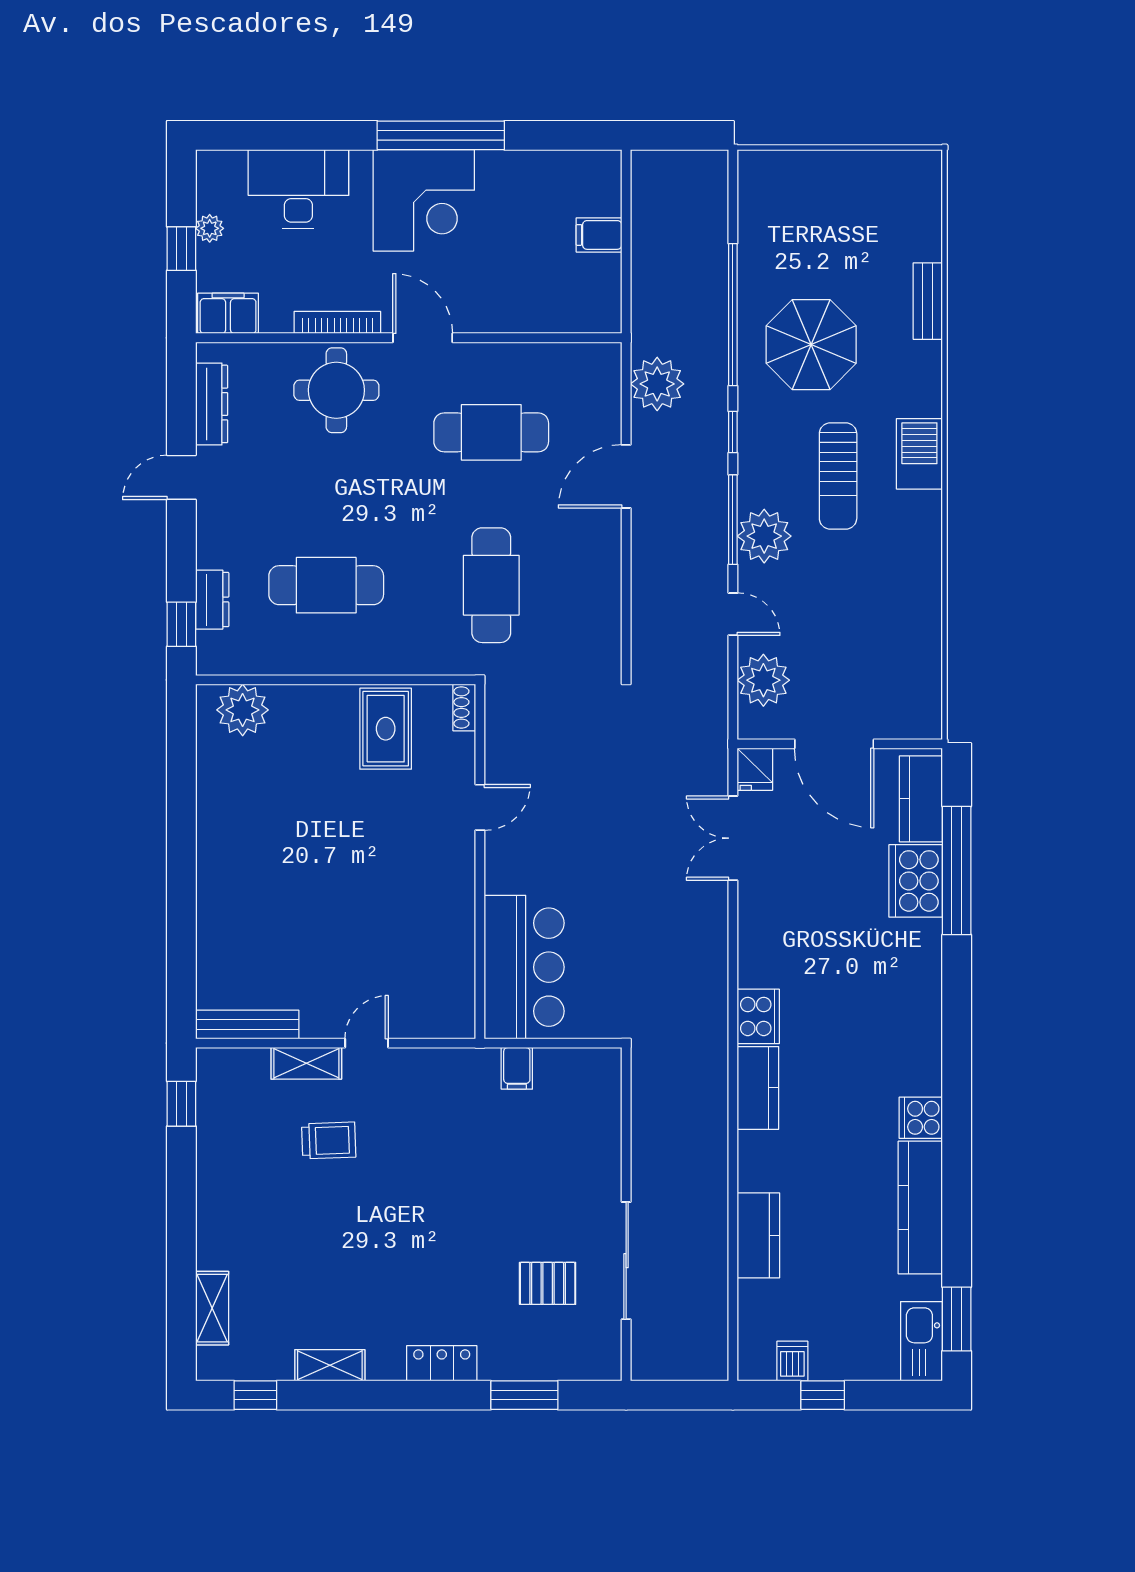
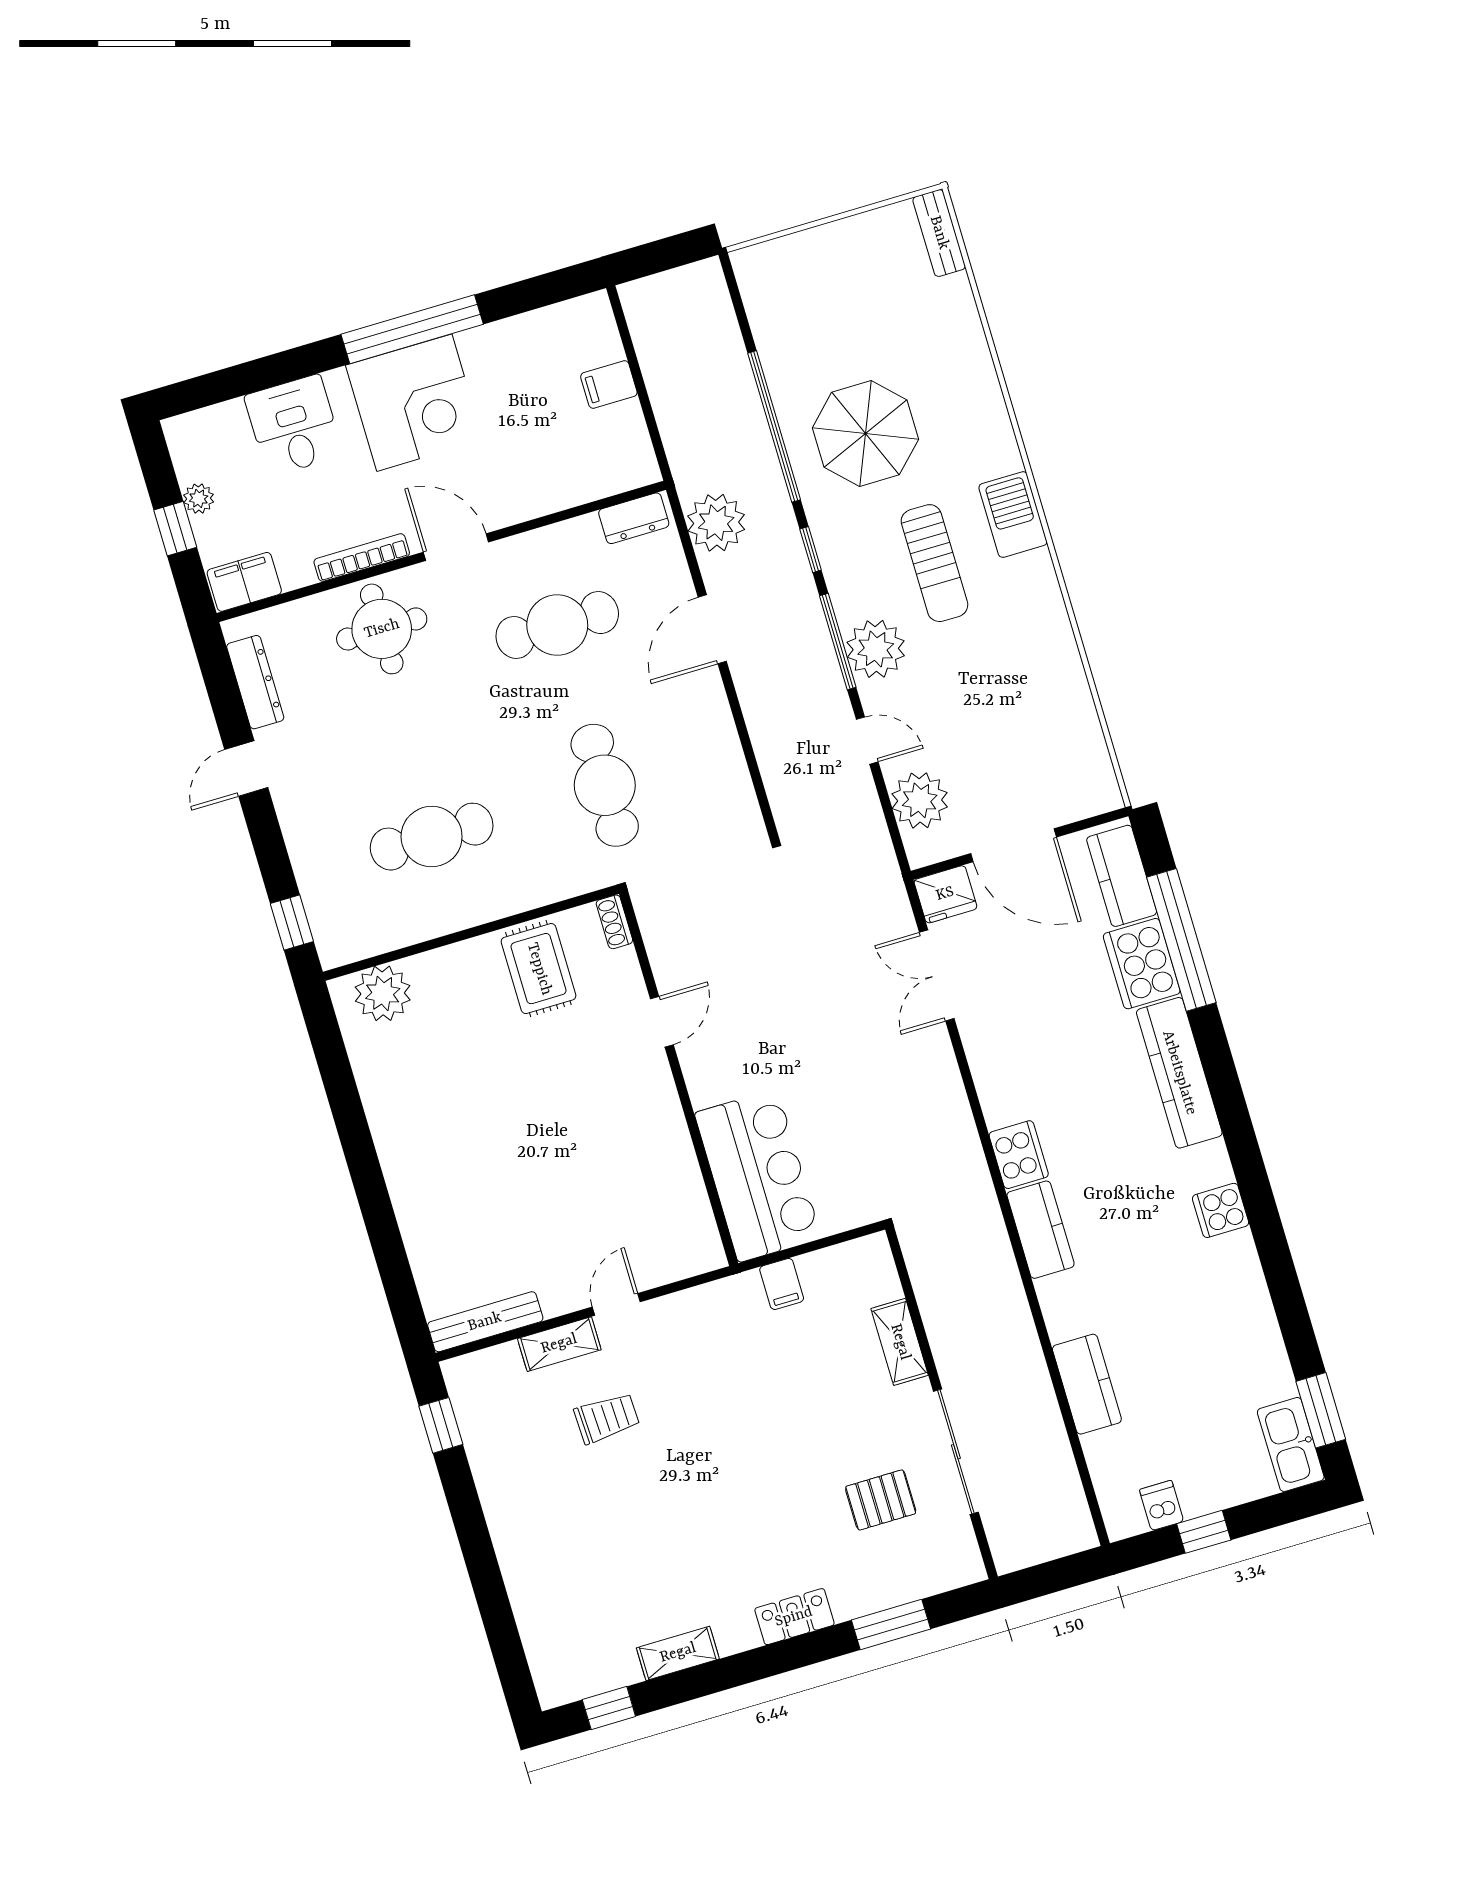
desk: (298, 189) -> (294, 426), width x0.73
bench: (928, 301) -> (939, 233), moved
dresser: (212, 600) -> (634, 518), moved, turned 90
fridge: (755, 769) -> (945, 894), width x1.38
kitchen counter: (920, 1208) -> (1179, 1073), moved
shelving: (212, 1308) -> (900, 1342), moved

